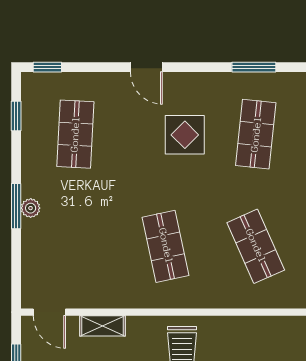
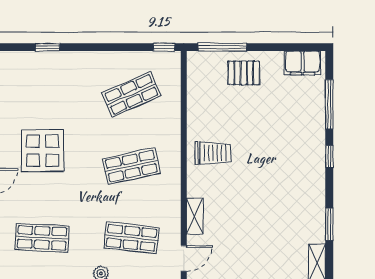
shop shelf: (256, 134) -> (131, 238), moved
display table: (185, 135) -> (43, 151), width x1.36, depth x1.36

